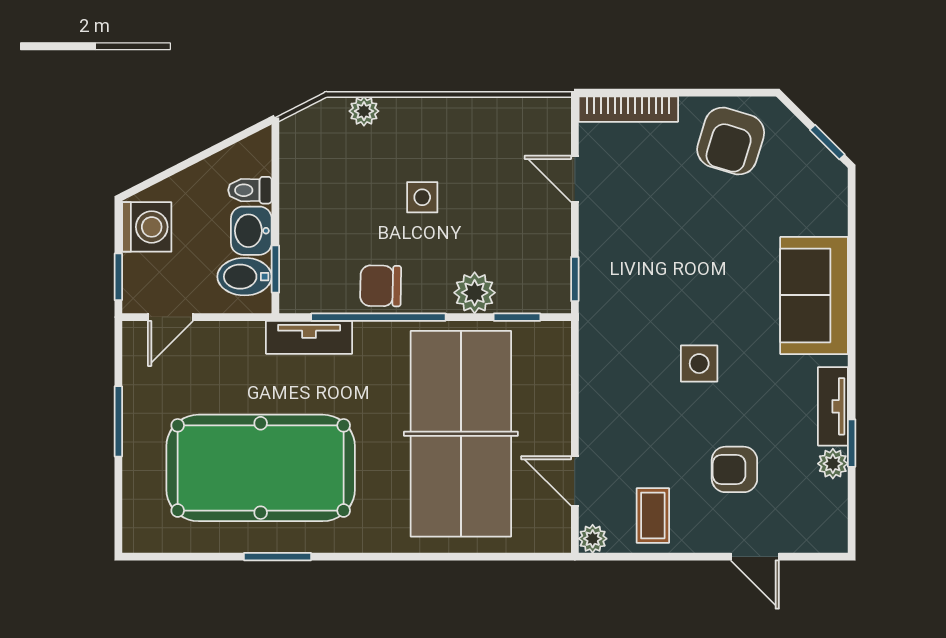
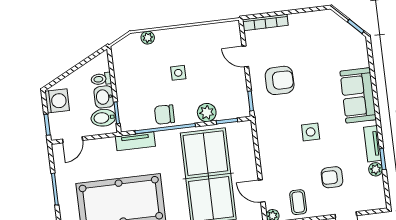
armchair: (731, 141) -> (280, 80), moved, turned -107

